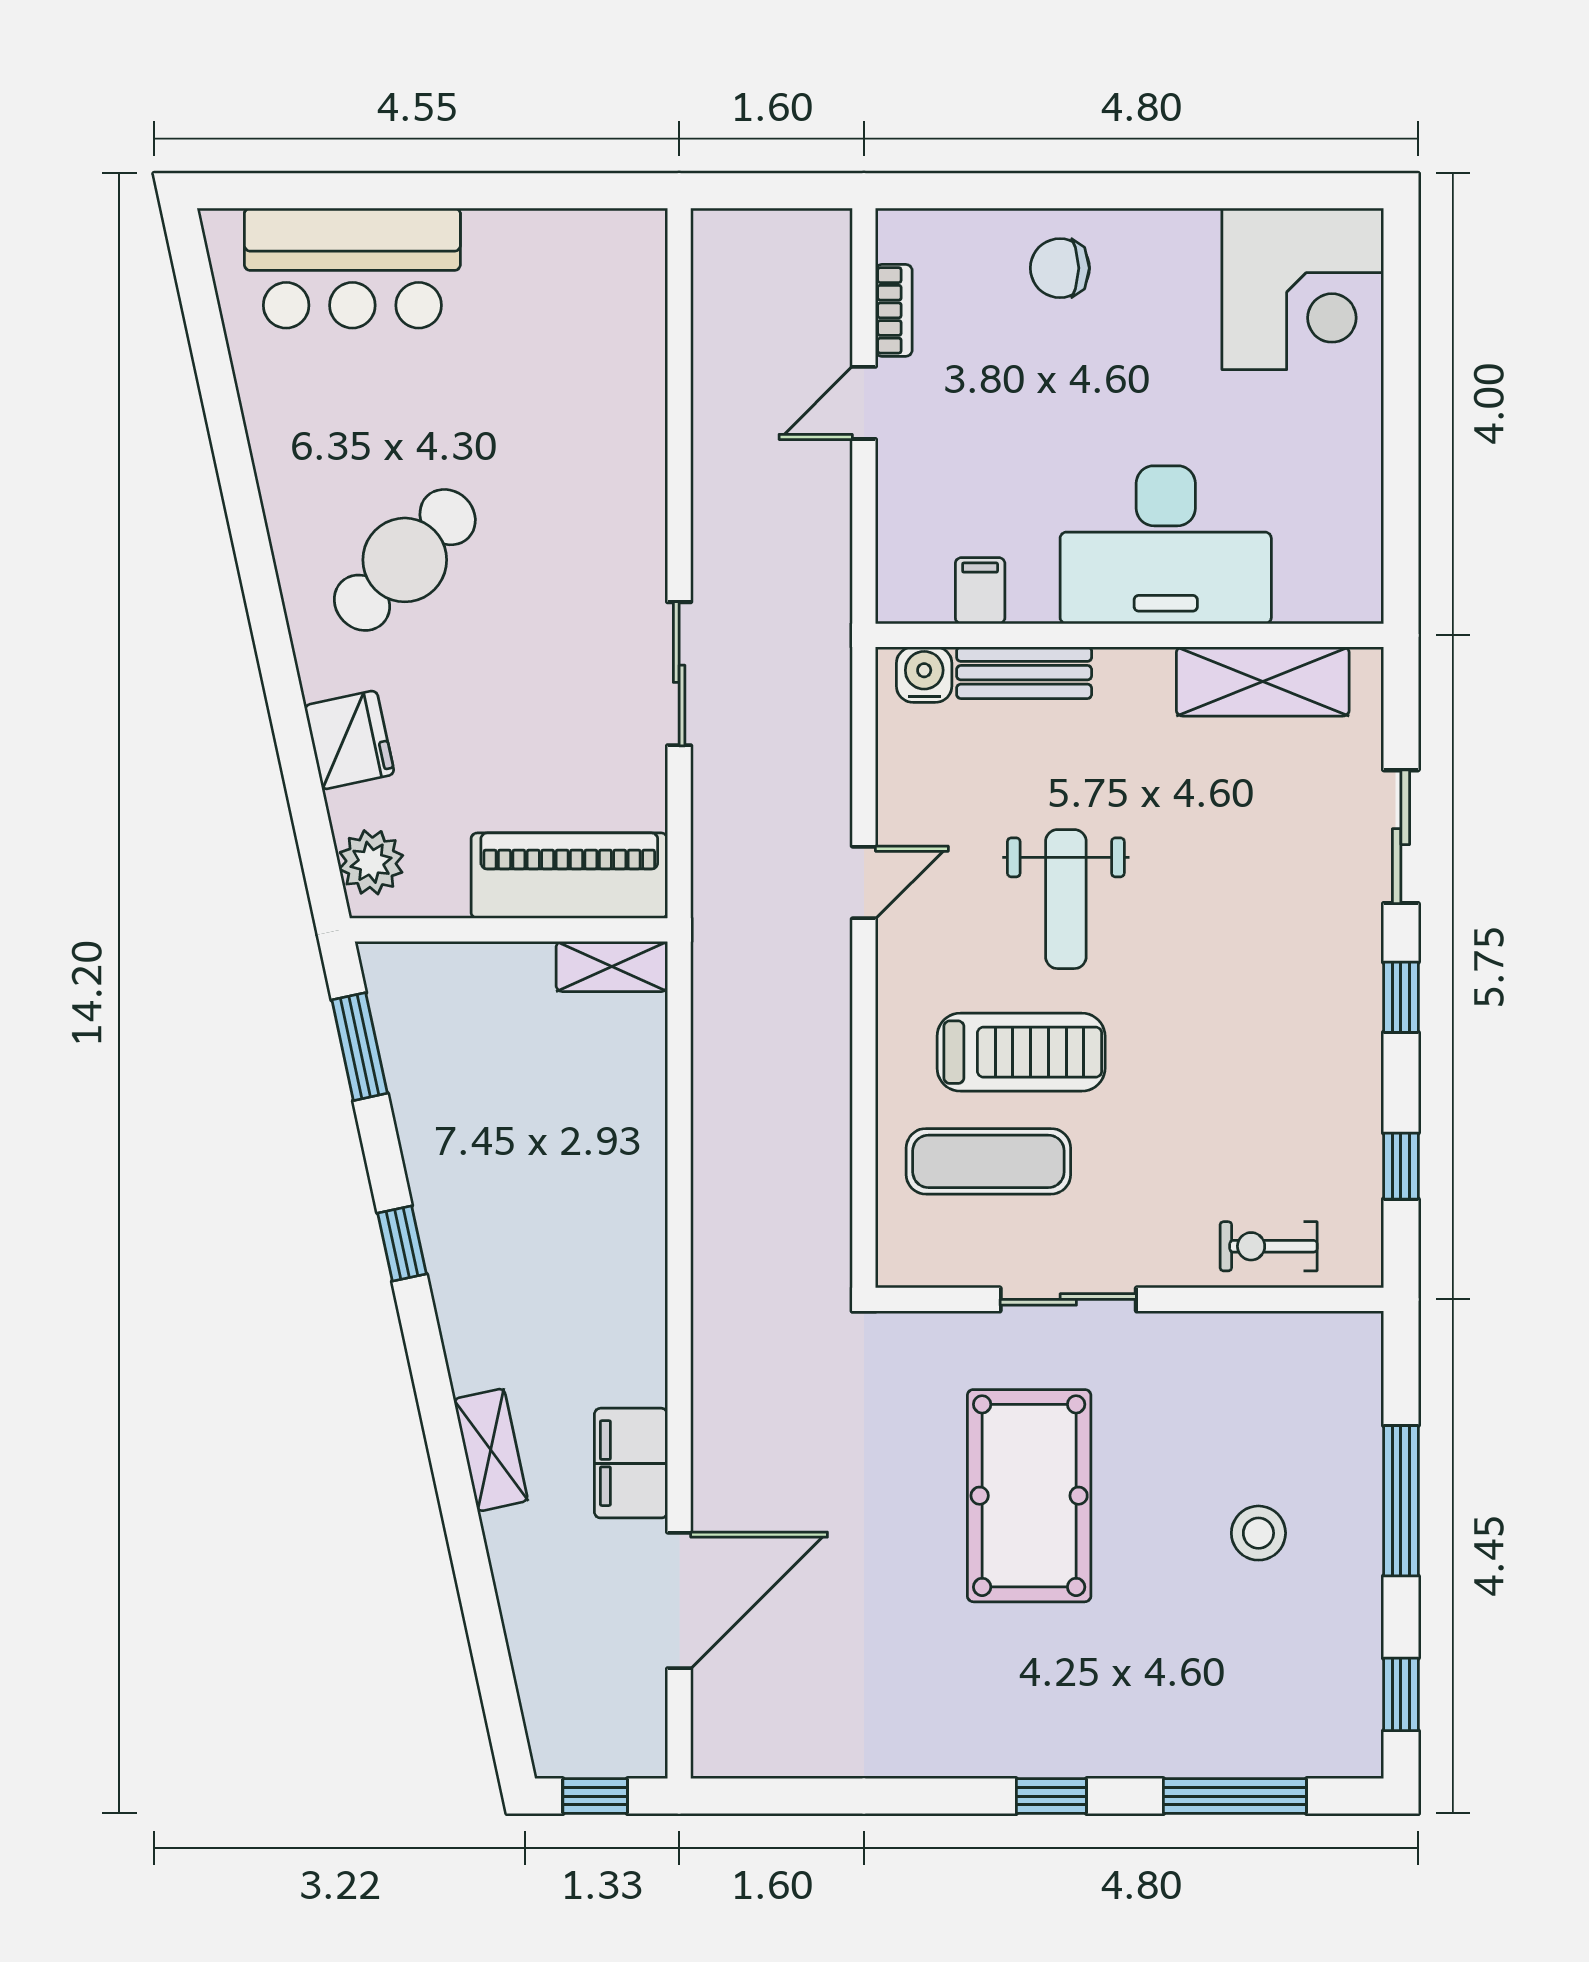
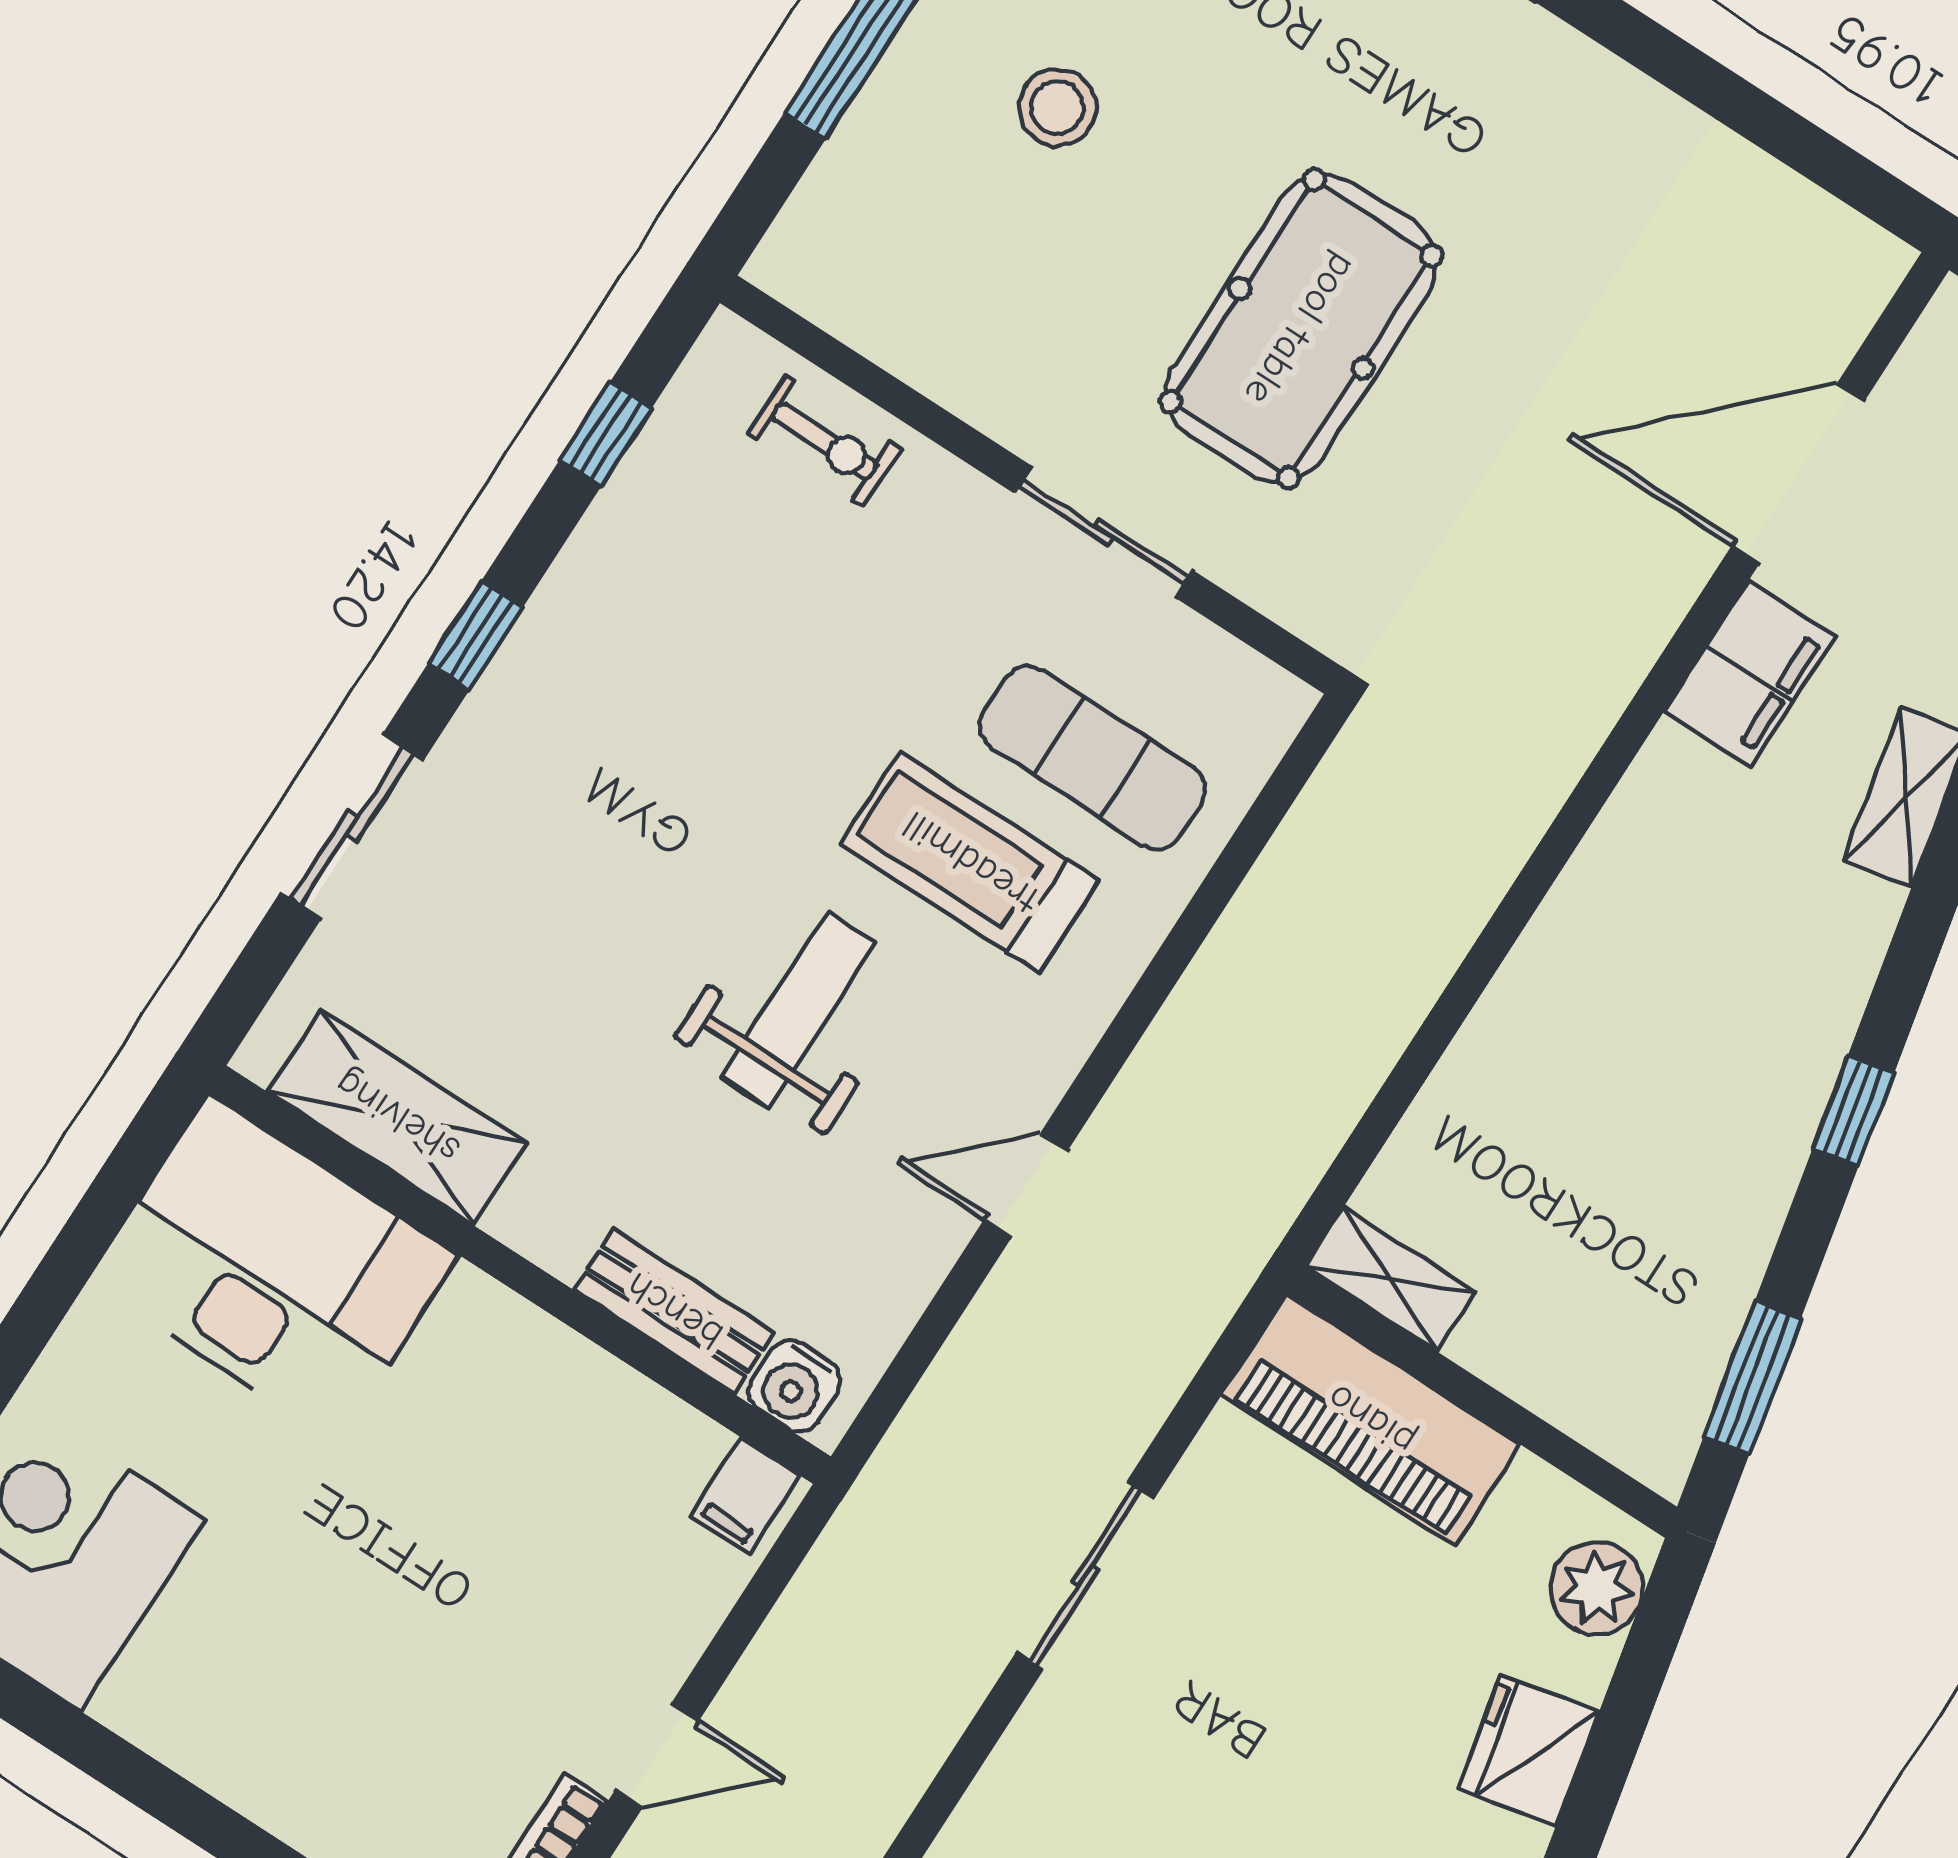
chair: (1060, 268) -> (320, 1765), removed
desk: (1166, 545) -> (273, 1268), moved
filing cabinet: (980, 591) -> (745, 1496), moved

